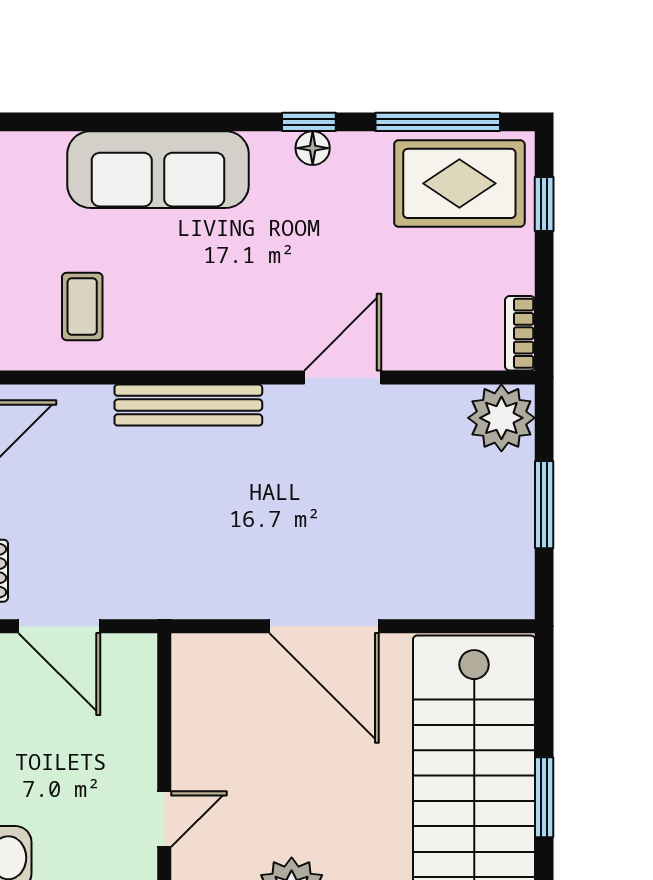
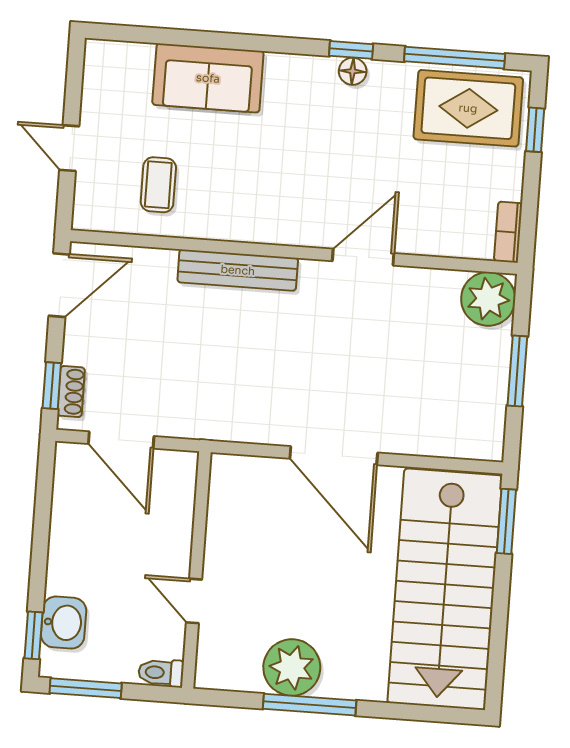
sofa: (158, 170) -> (208, 78), width x0.73
window: (544, 797) -> (506, 521), moved
door: (164, 819) -> (194, 601), swing flipped

